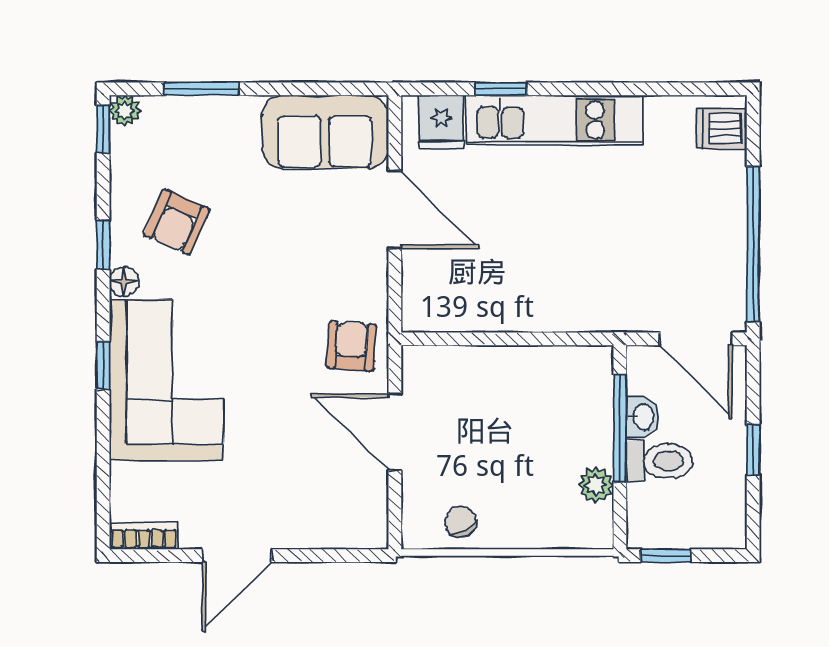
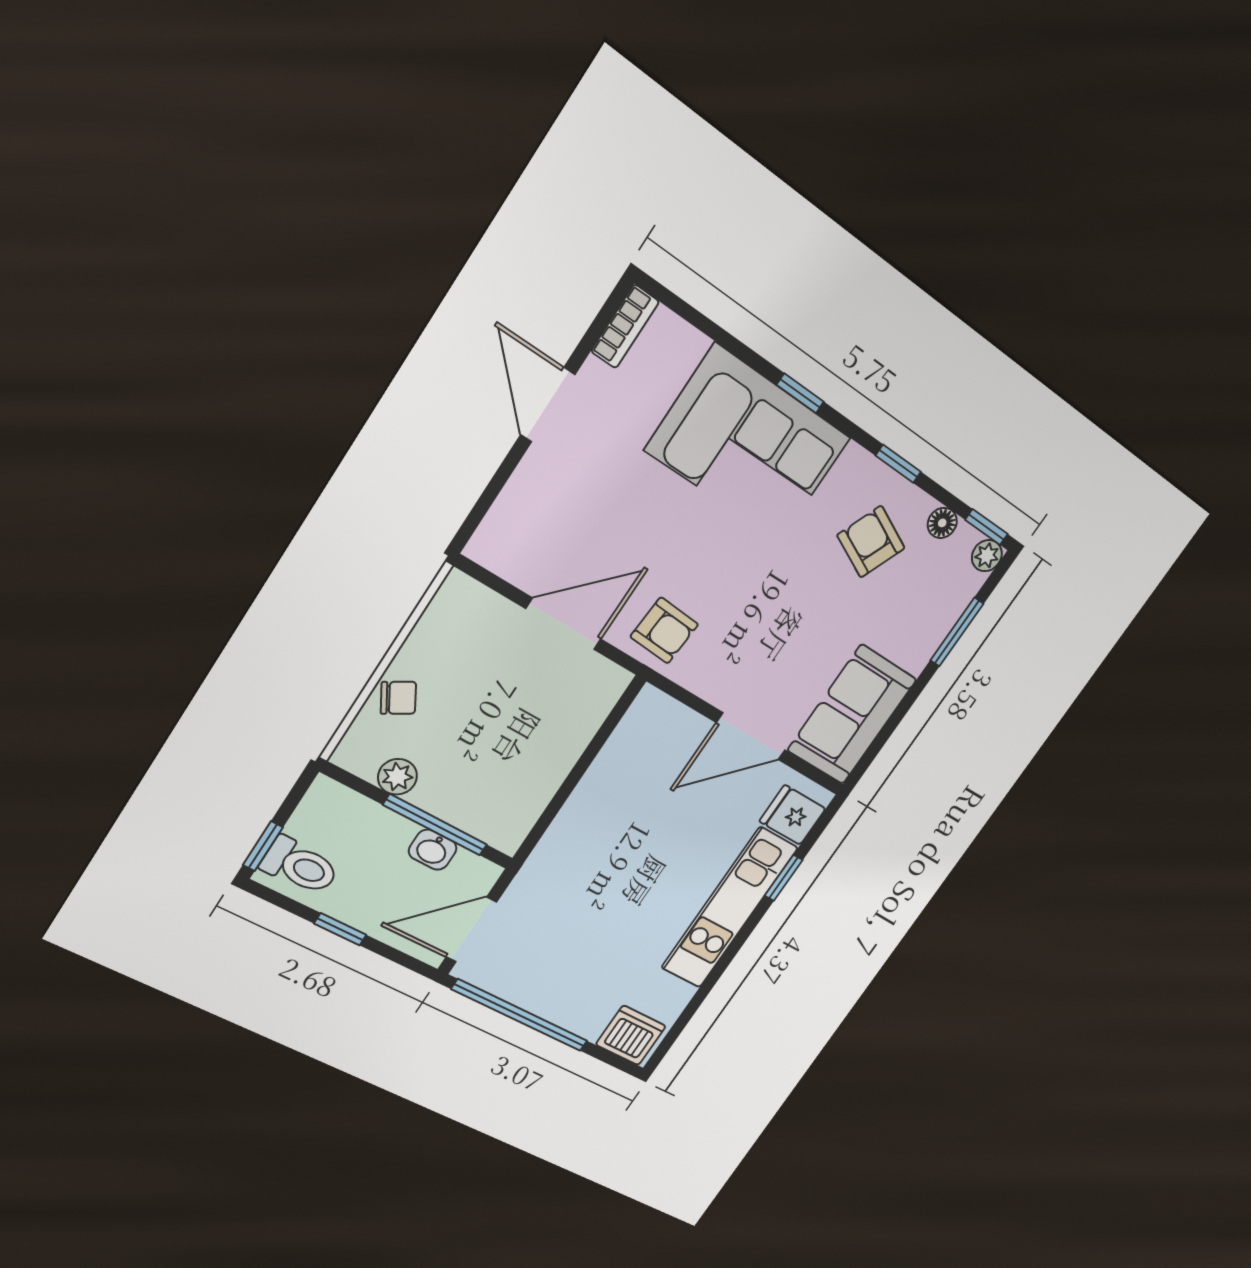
dishwasher: (721, 129) -> (631, 1035), width x1.38
floor lamp: (124, 282) -> (942, 523), moved
toilet: (659, 461) -> (300, 866), moved, turned -90
chair: (461, 522) -> (398, 698), moved
window: (666, 556) -> (263, 846), moved

